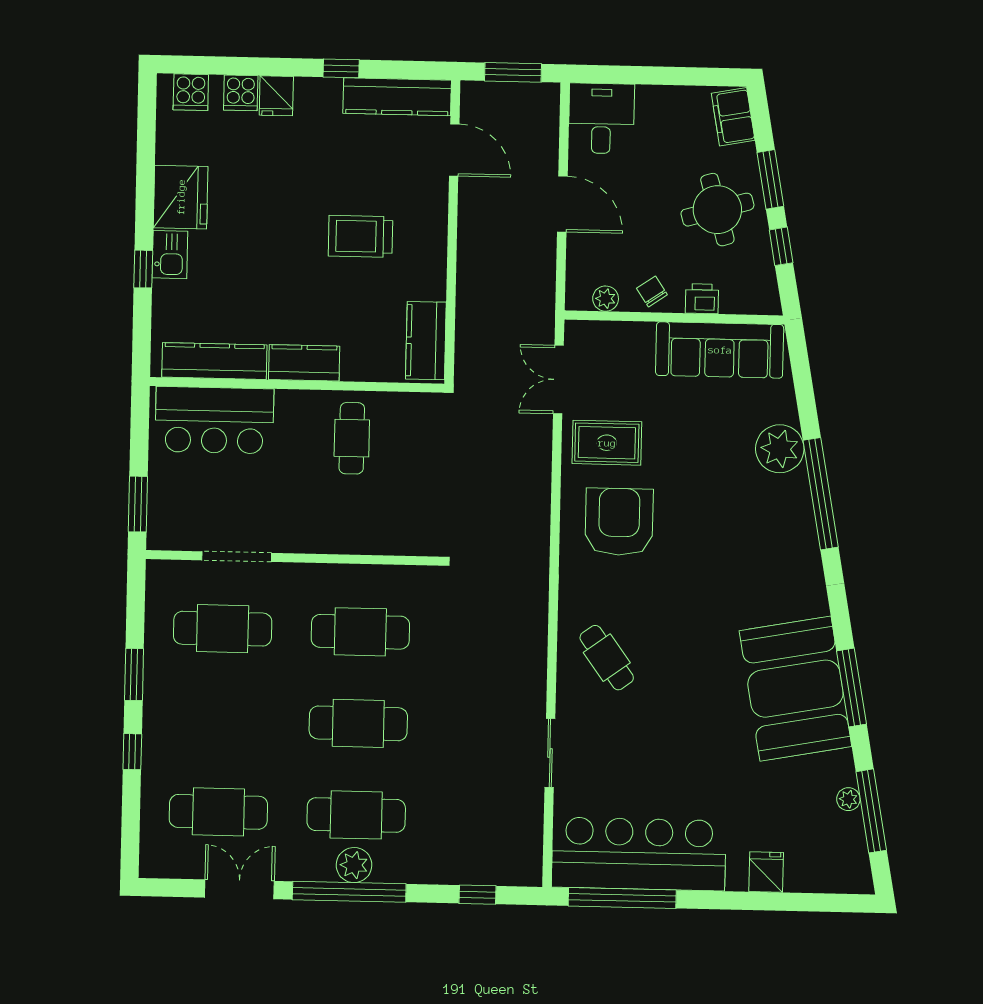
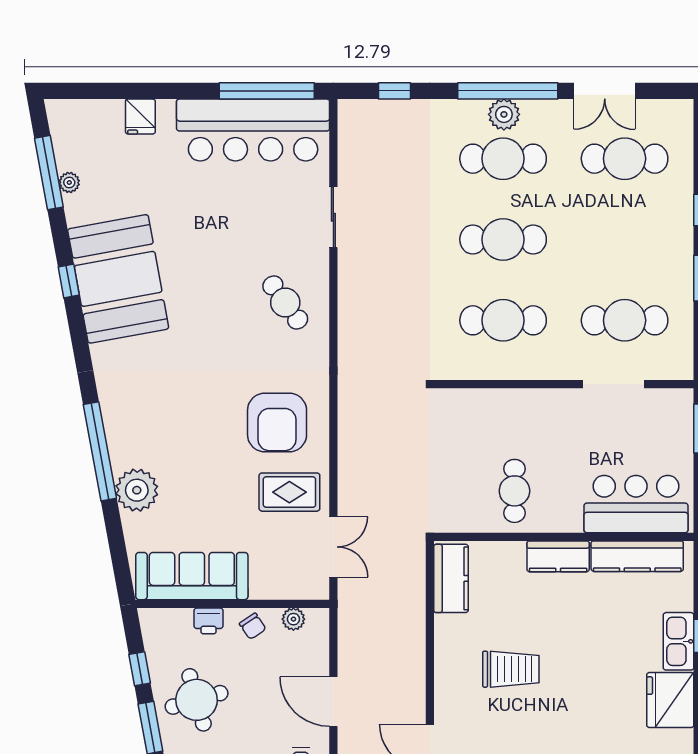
kitchen sink: (170, 255) -> (679, 641), width x1.38
window: (852, 688) -> (69, 281), width x0.46

